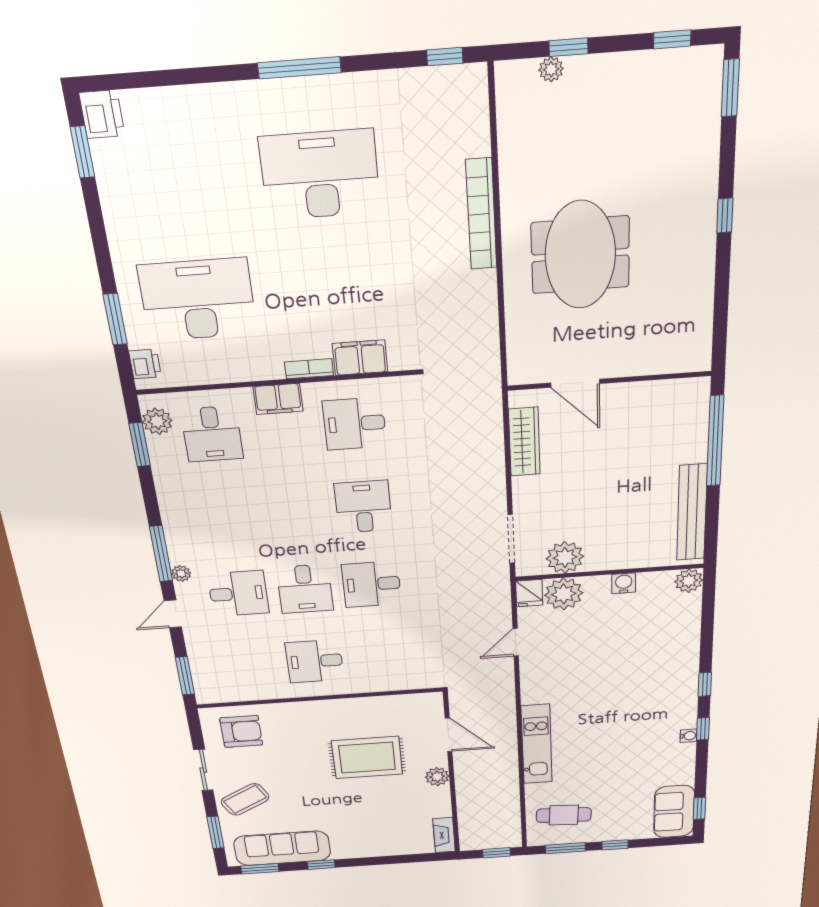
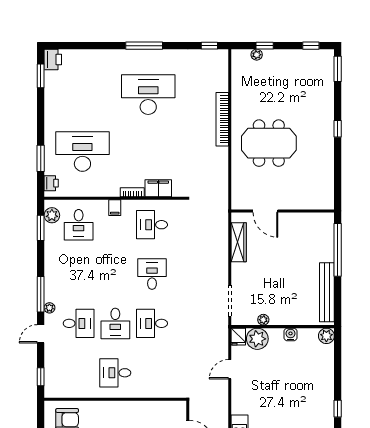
meeting table: (580, 255) -> (269, 143), turned 90
filing cabinet: (278, 399) -> (115, 208), width x0.50
plant: (565, 557) -> (263, 320), width x0.53, depth x0.53
window: (185, 676) -> (41, 377), width x0.67

